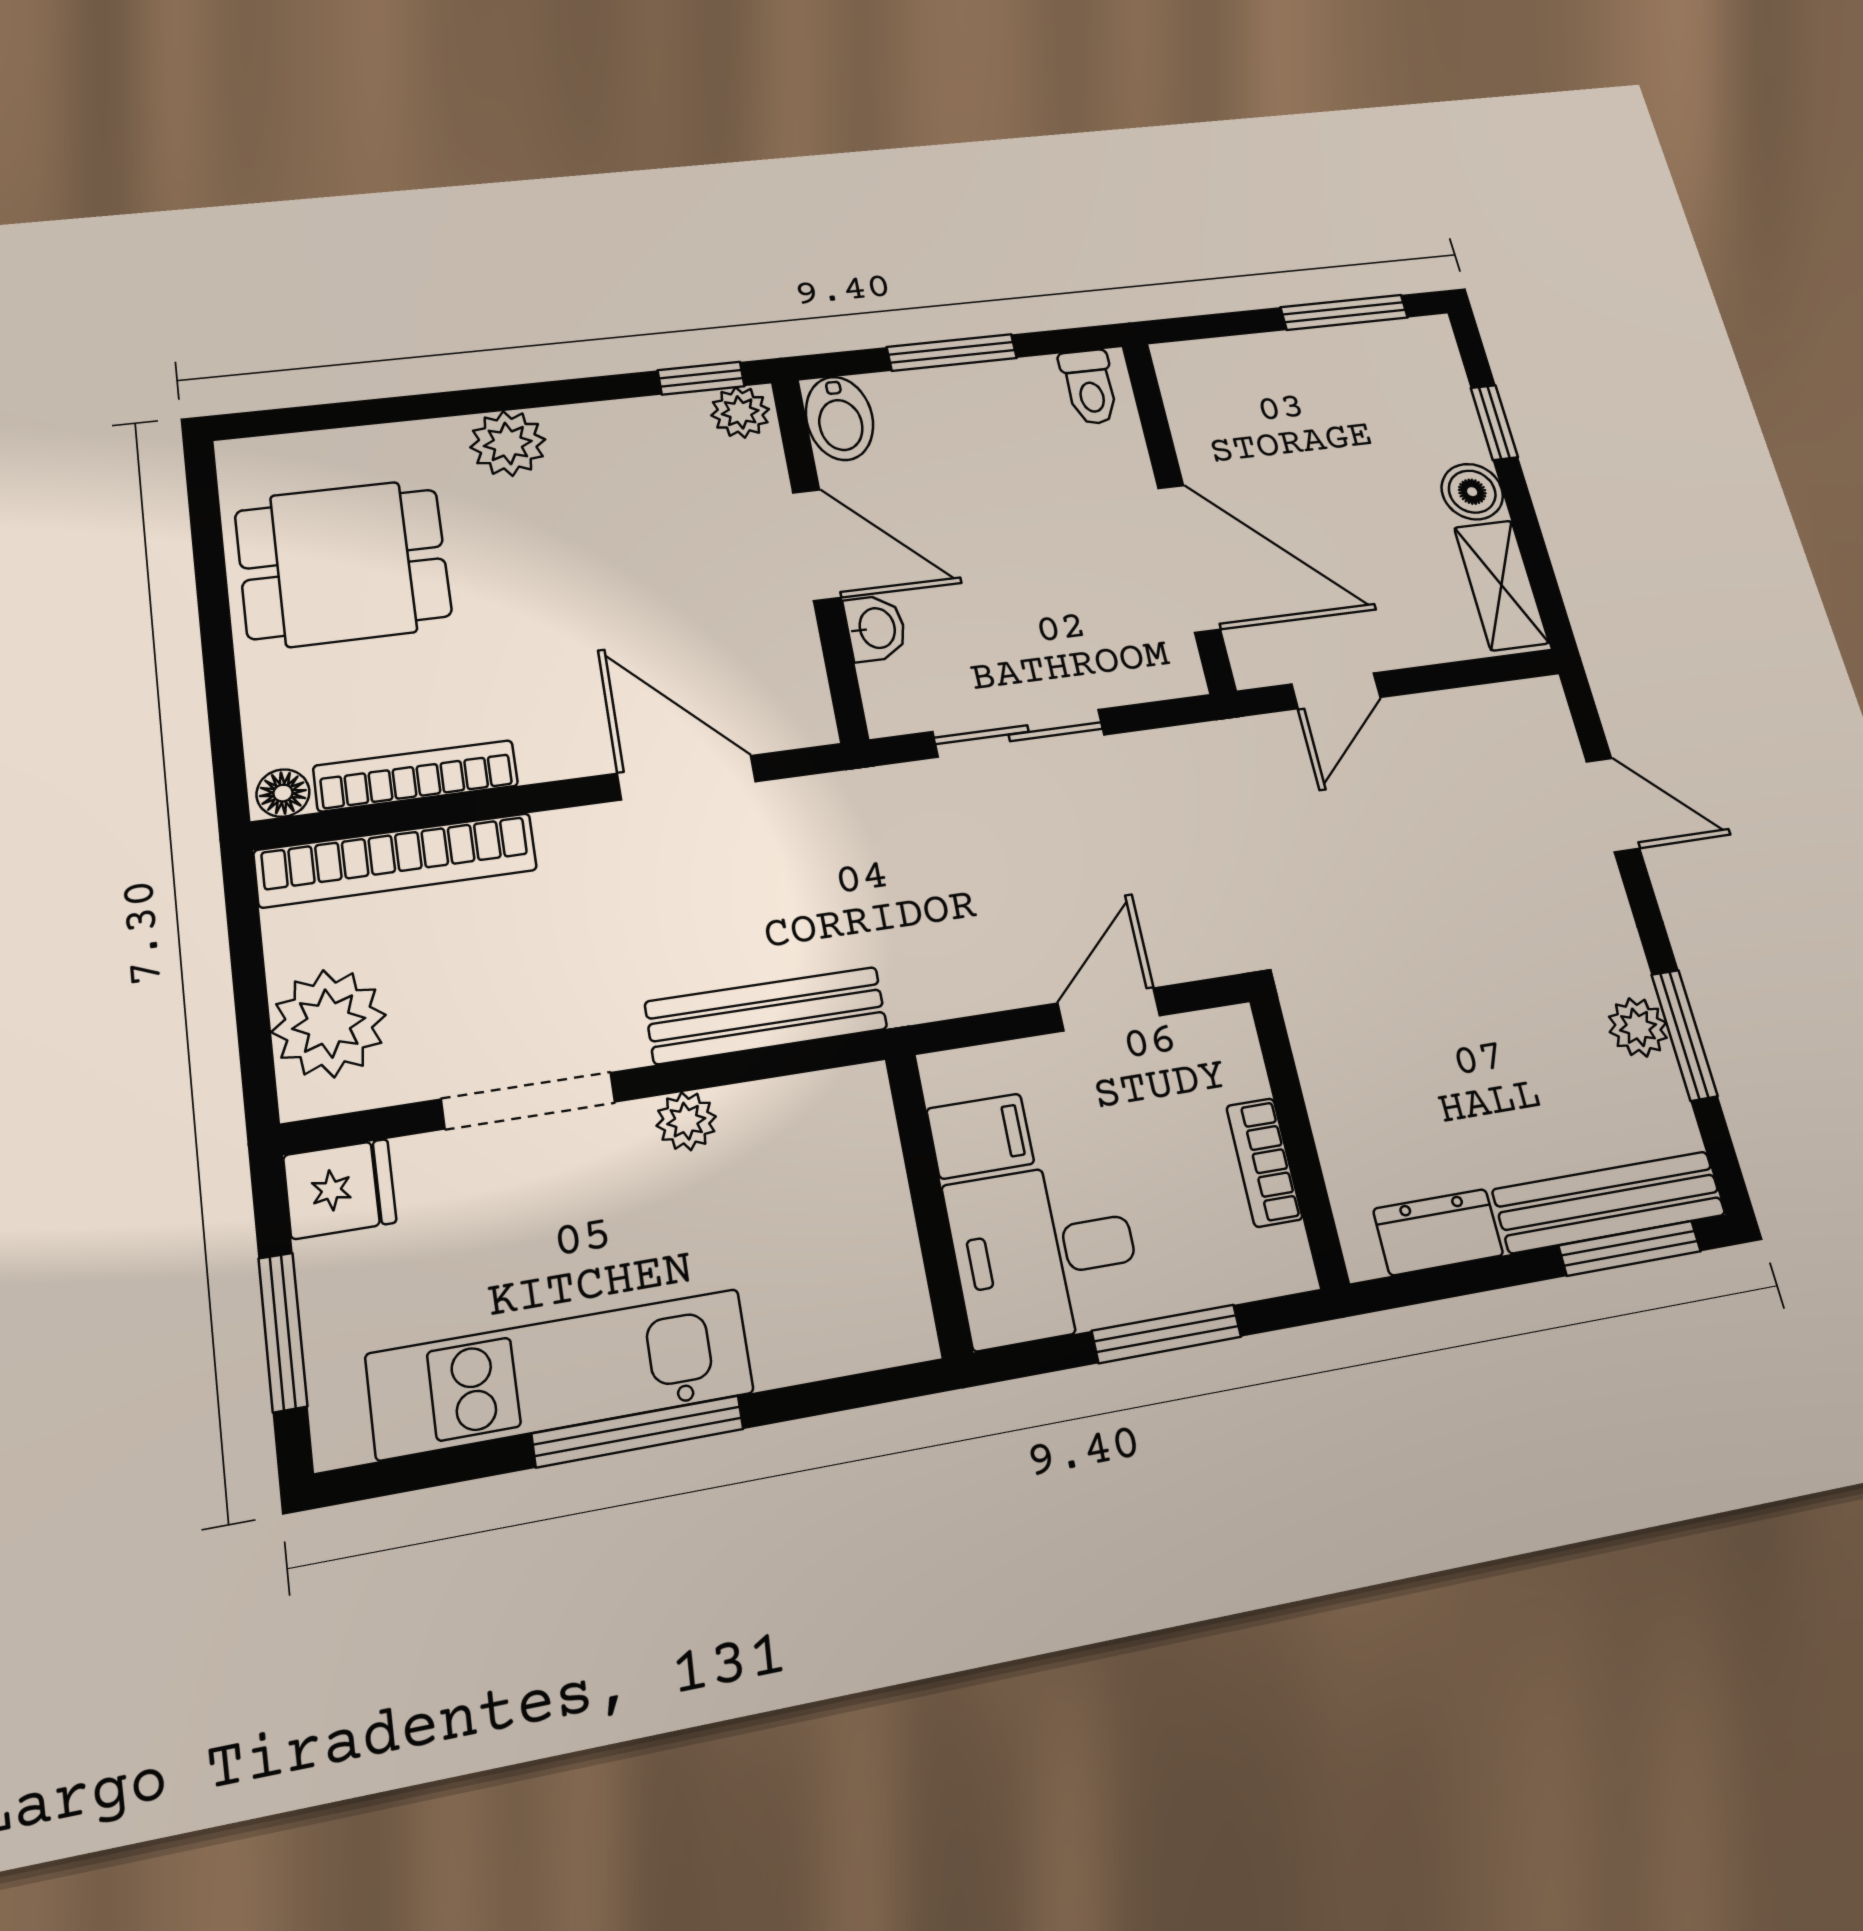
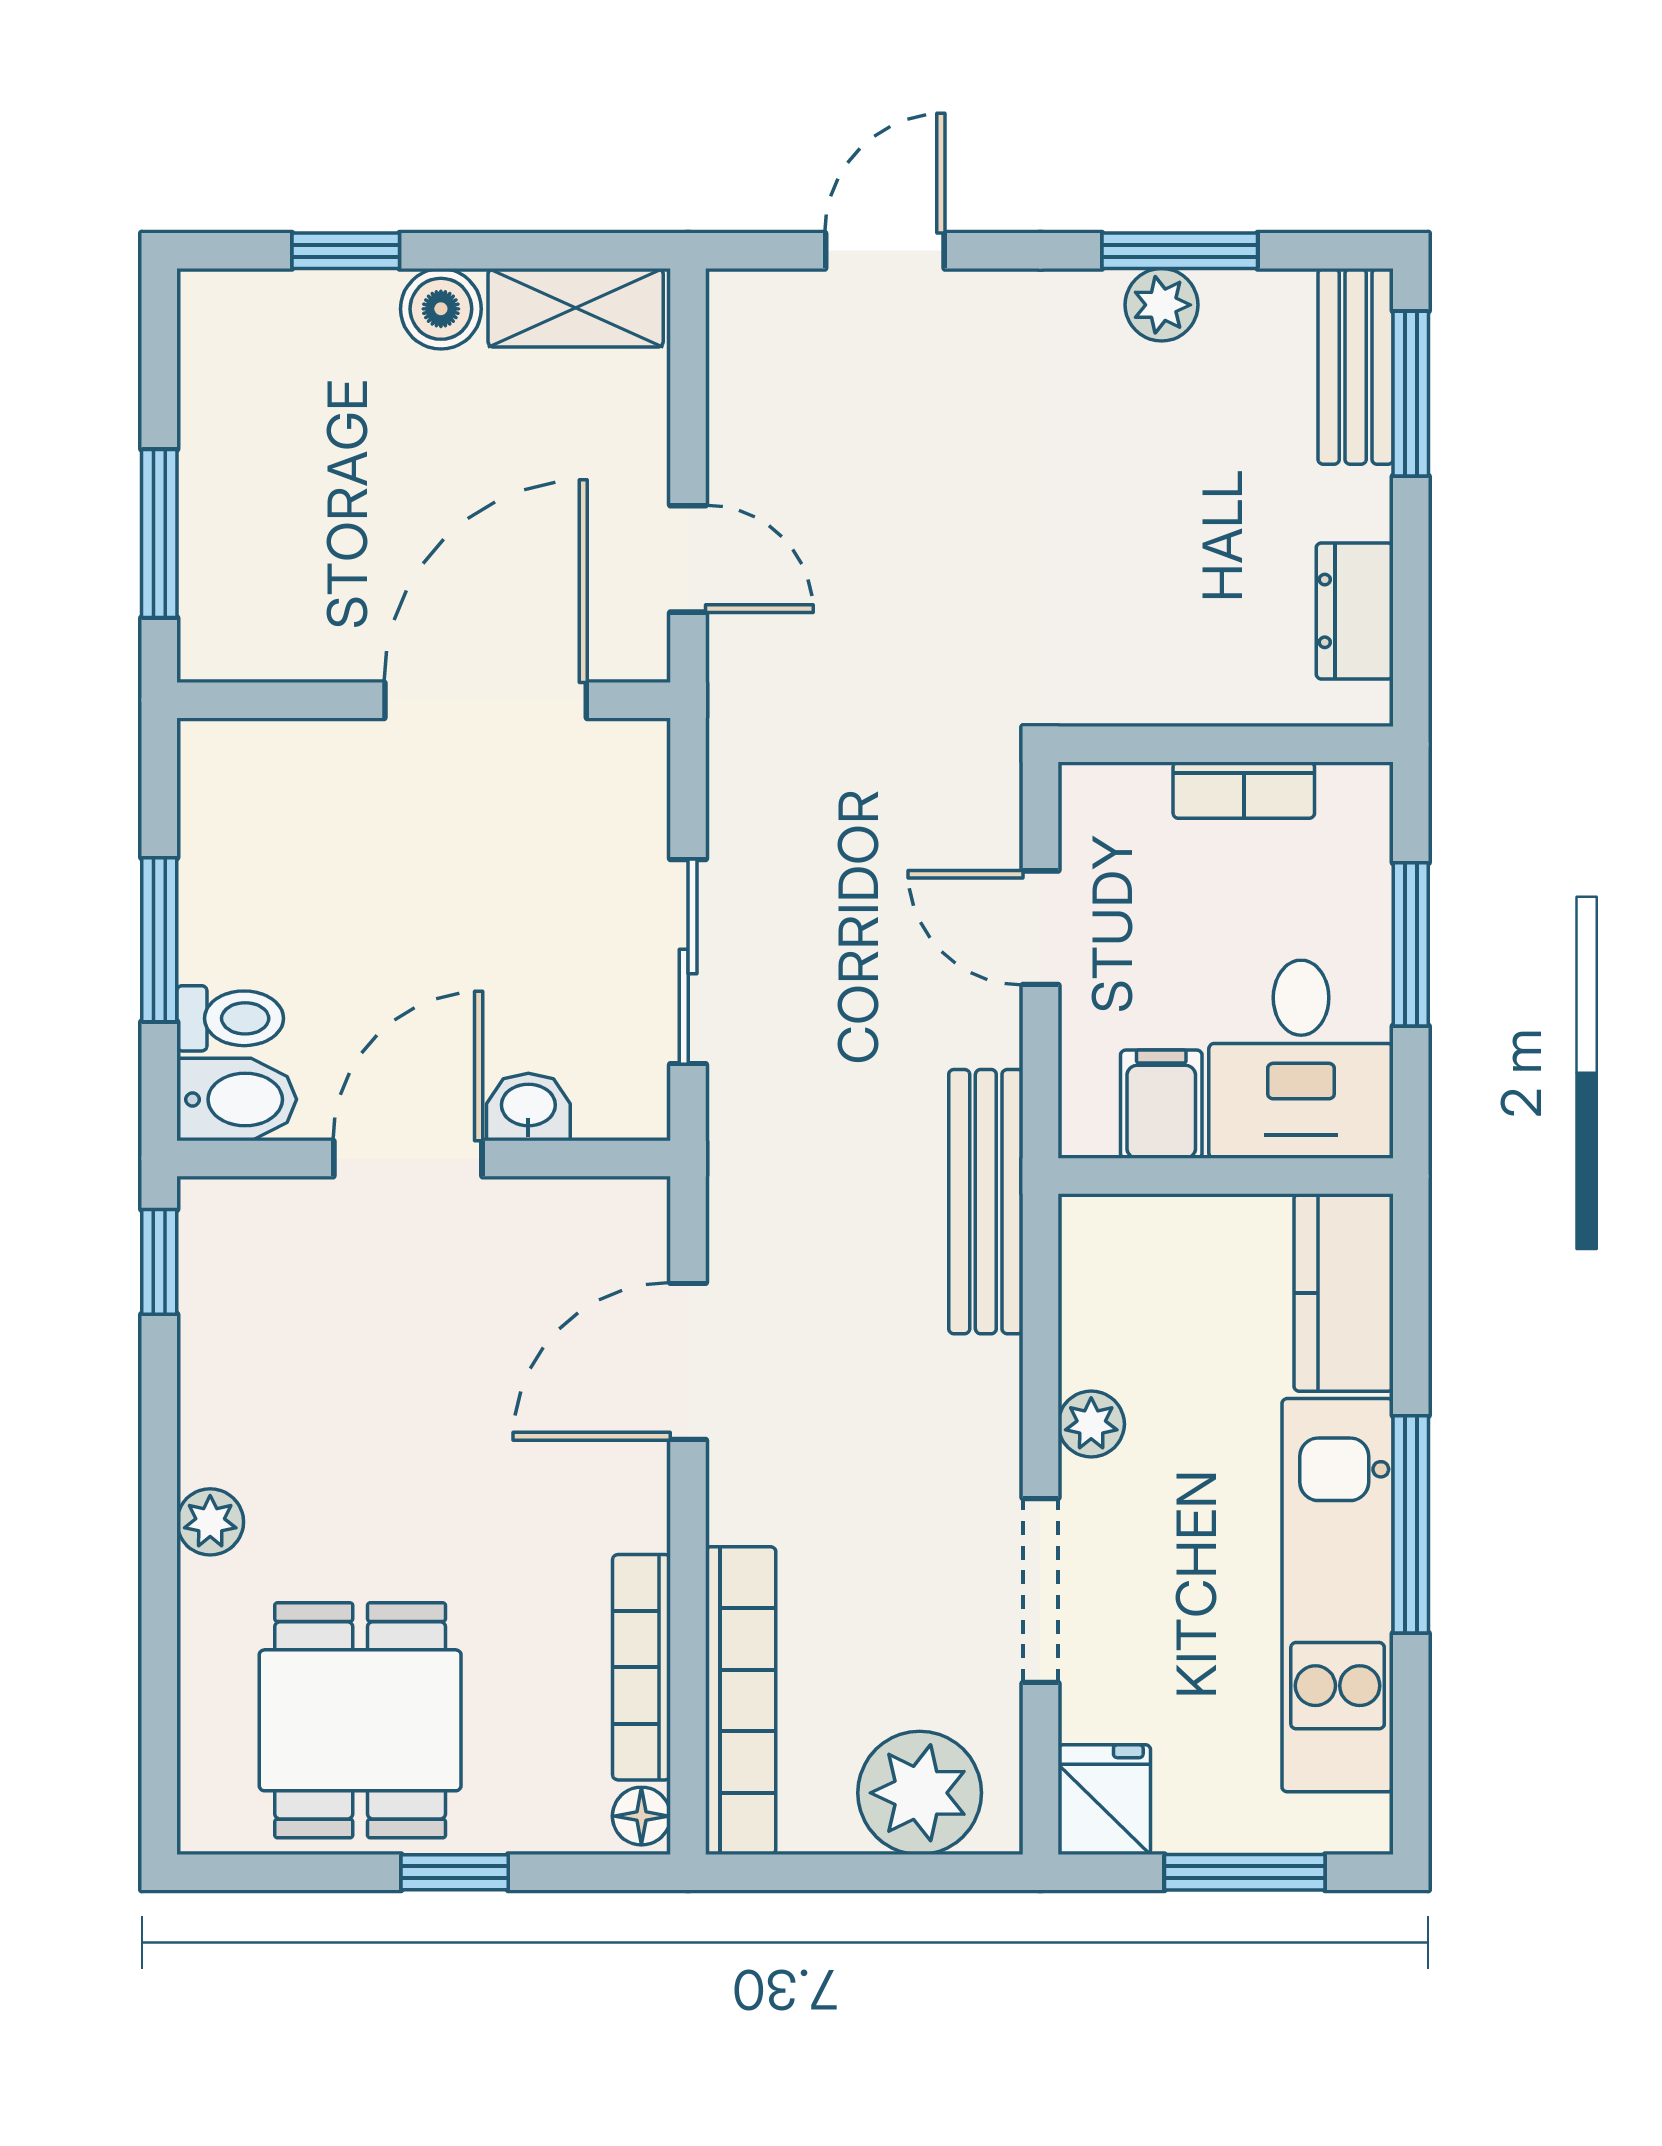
window: (1344, 312) -> (159, 534), moved
toilet: (1090, 387) -> (230, 1018), moved
plant: (740, 412) -> (213, 1221), removed
plant: (508, 443) -> (210, 1522), width x0.73, depth x0.73
window: (218, 651) -> (455, 1872), added
bench: (766, 1015) -> (986, 1202), moved
bench: (1609, 1202) -> (1356, 366), width x0.73
kitchen counter: (843, 1329) -> (1344, 1293), added

